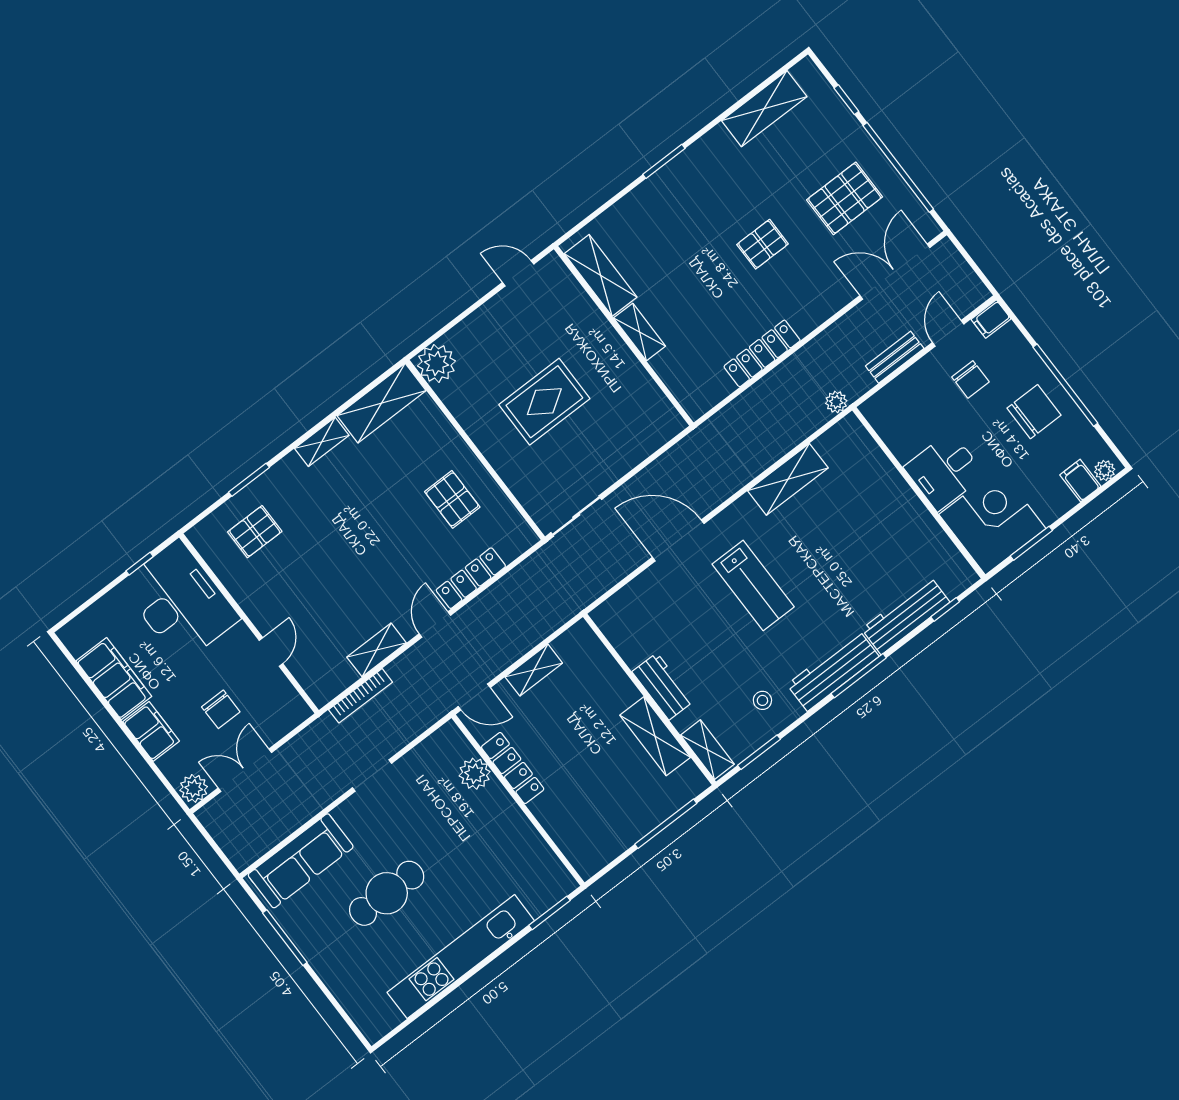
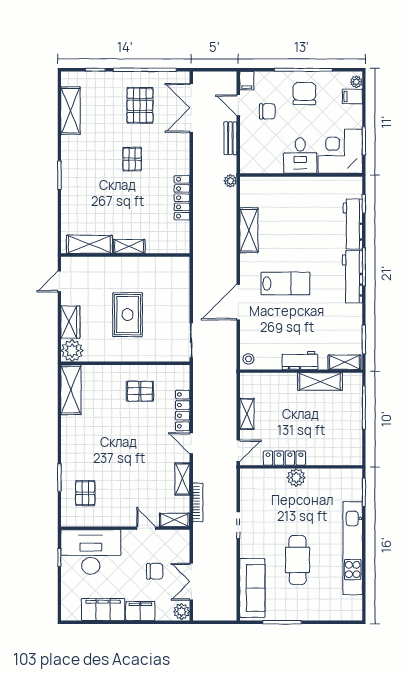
wardrobe: (474, 331) -> (70, 322), added
shelving: (322, 442) -> (174, 520), moved, turned 90
stool: (762, 700) -> (248, 359), moved
plant: (475, 774) -> (296, 478), moved

